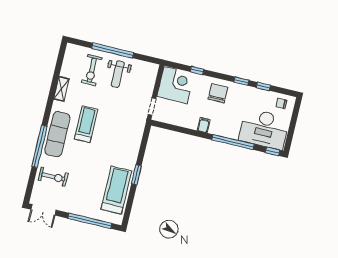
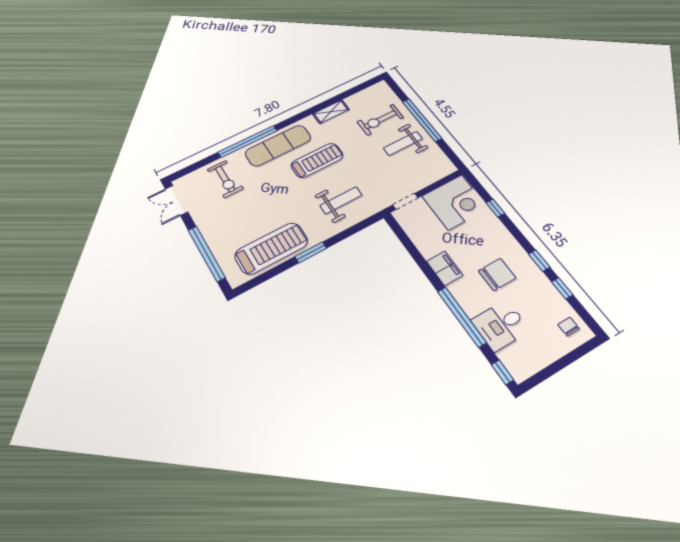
chair: (218, 93) -> (497, 274), moved
filing cabinet: (204, 125) -> (445, 268), width x2.00
desk: (264, 129) -> (500, 325), width x0.53, depth x0.77
weight bench: (121, 135) -> (341, 200), added

